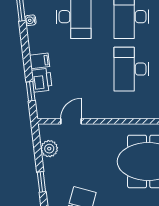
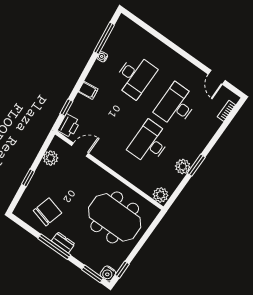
printer: (42, 80) -> (69, 126), moved

